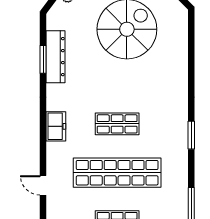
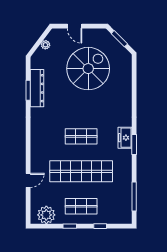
freezer: (56, 126) -> (125, 138), moved, turned 180
door: (43, 185) -> (28, 180), swing flipped

